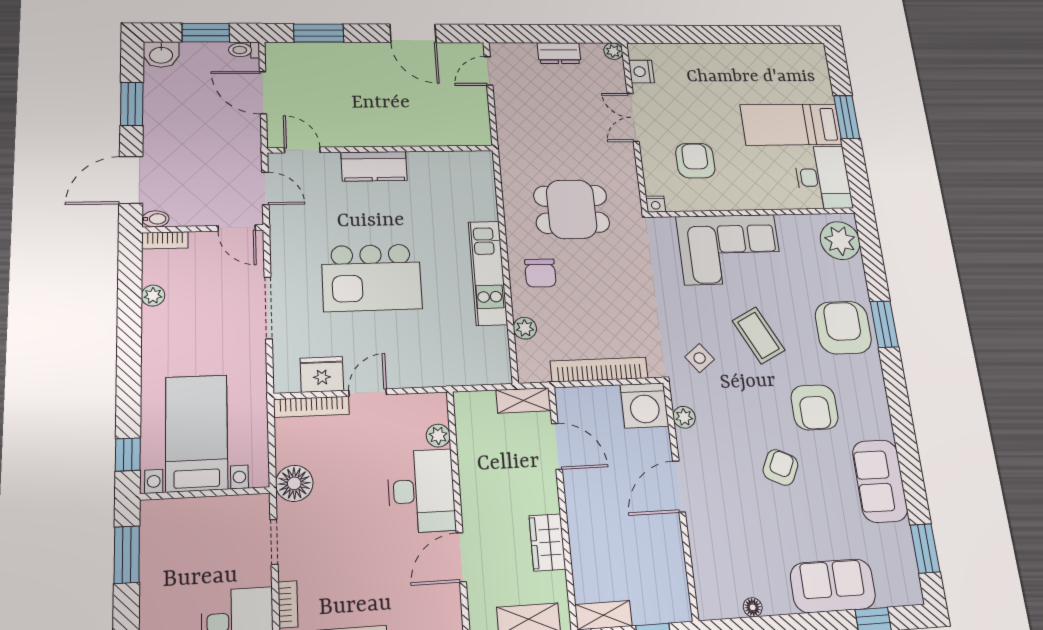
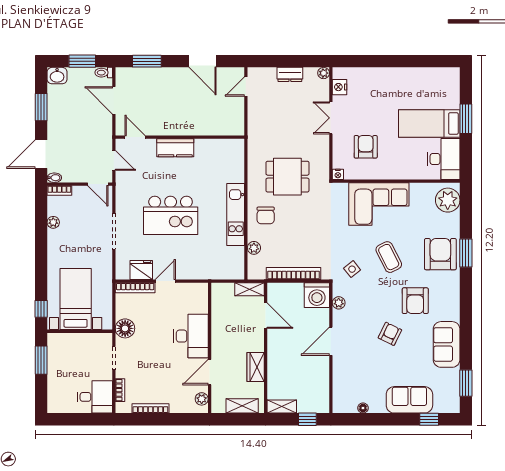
plant: (438, 436) -> (202, 399), moved

